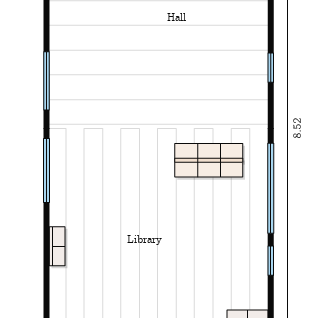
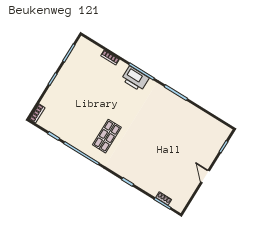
printer: (68, 174) -> (135, 79), added

